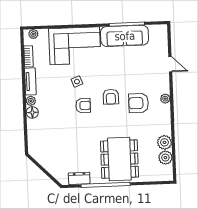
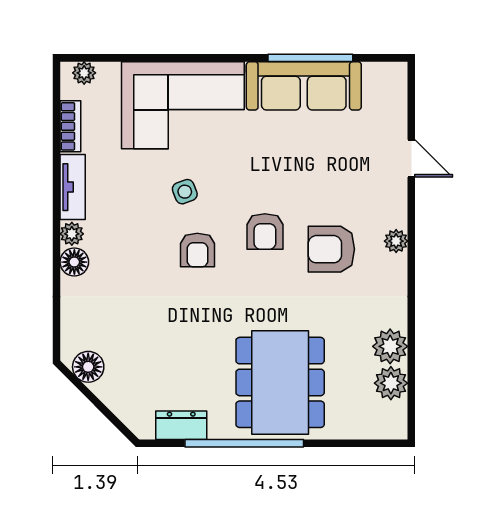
armchair: (83, 106) -> (197, 250), turned 90
floor lamp: (40, 156) -> (88, 367), added

